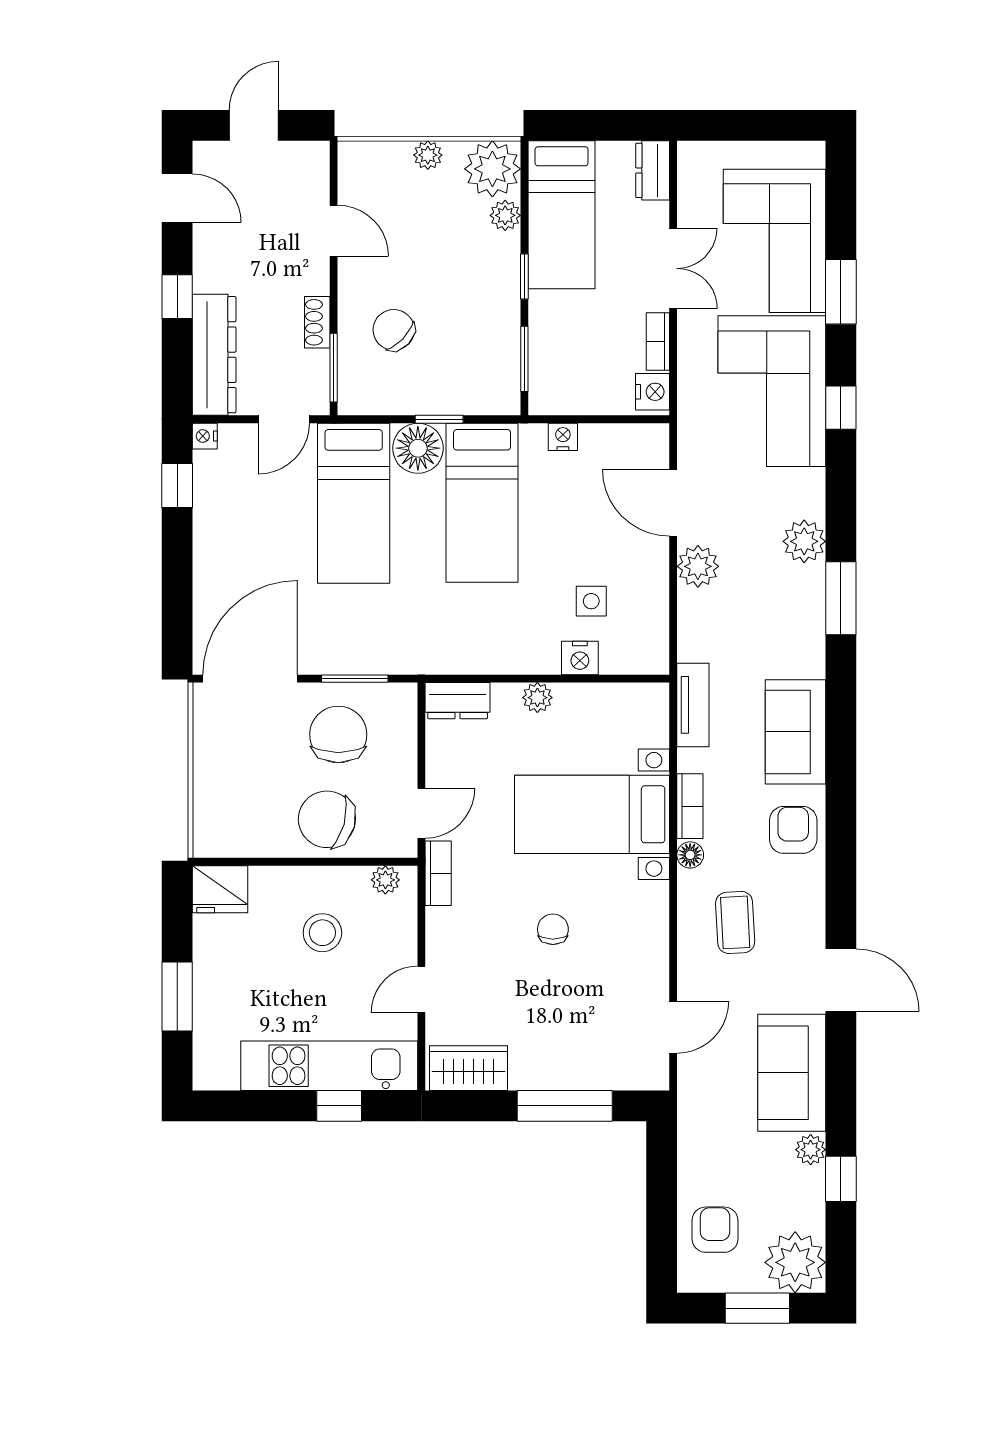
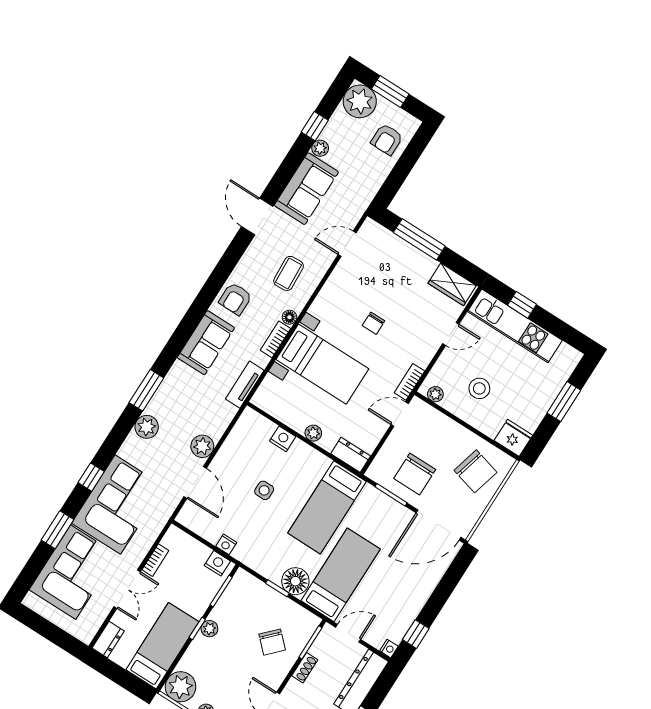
plant: (505, 215) -> (209, 629), moved
double door: (673, 268) -> (127, 589), swing flipped
nightstand: (652, 392) -> (217, 563), moved, turned 90
bed: (482, 503) -> (327, 507), moved, turned 180
side table: (591, 601) -> (264, 490), moved
chair: (327, 819) -> (476, 471), moved

